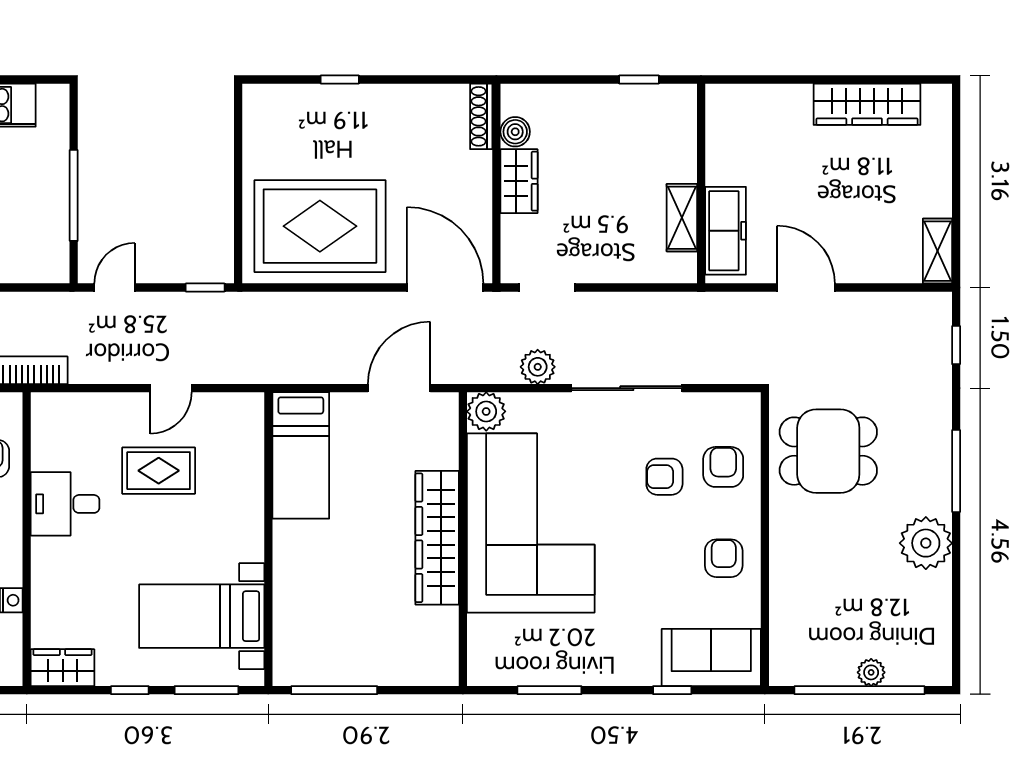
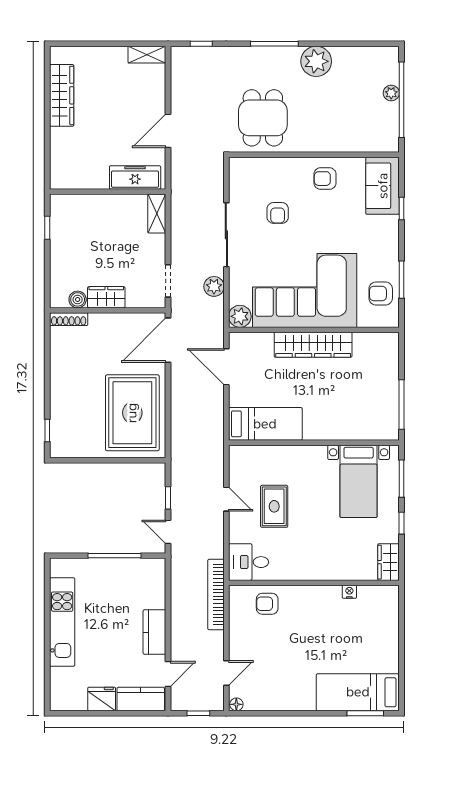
window: (340, 80) -> (47, 430), moved
shelving: (682, 218) -> (157, 214), moved, turned 90
window: (205, 288) -> (168, 498), moved
armchair: (723, 467) -> (381, 294), moved
desk: (65, 504) -> (249, 562), moved, turned 90

